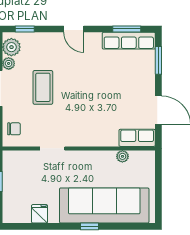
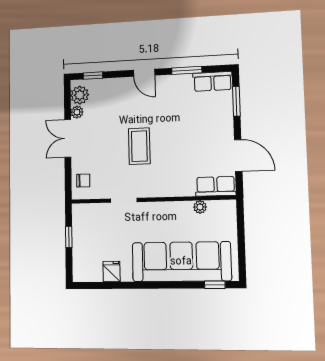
window: (127, 29) -> (187, 70), moved
row of seats: (129, 41) -> (212, 81), width x0.68
coffee table: (43, 87) -> (139, 146), moved
window: (90, 226) -> (215, 285), moved

